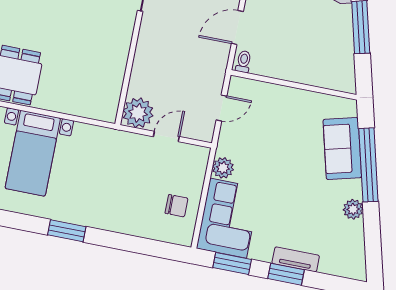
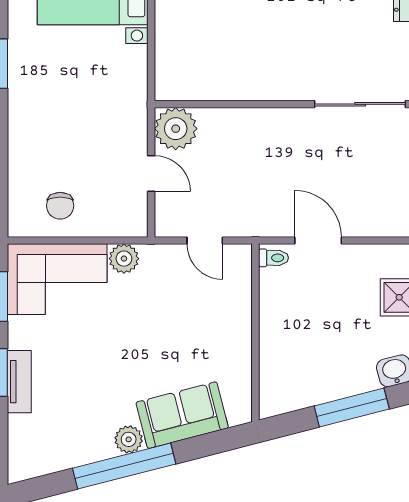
window: (368, 165) -> (124, 466), moved
plant: (353, 209) -> (129, 439), moved

